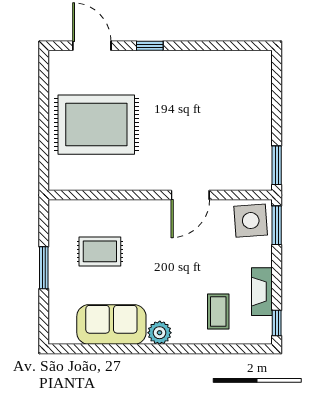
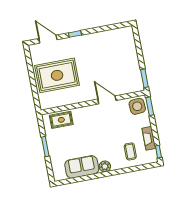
door: (190, 195) -> (107, 100), swing flipped
rug: (100, 251) -> (61, 120), moved

